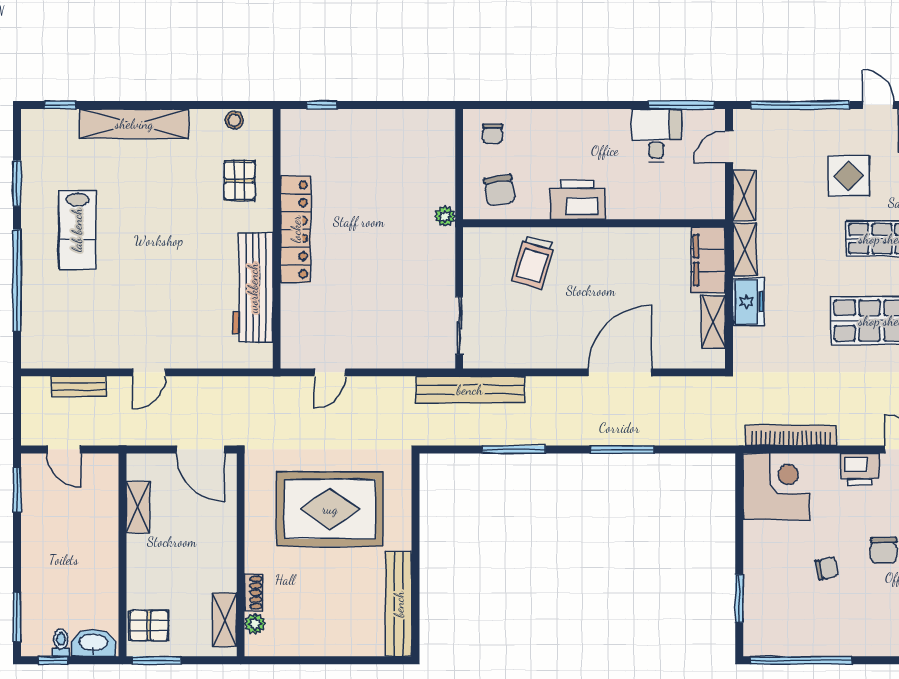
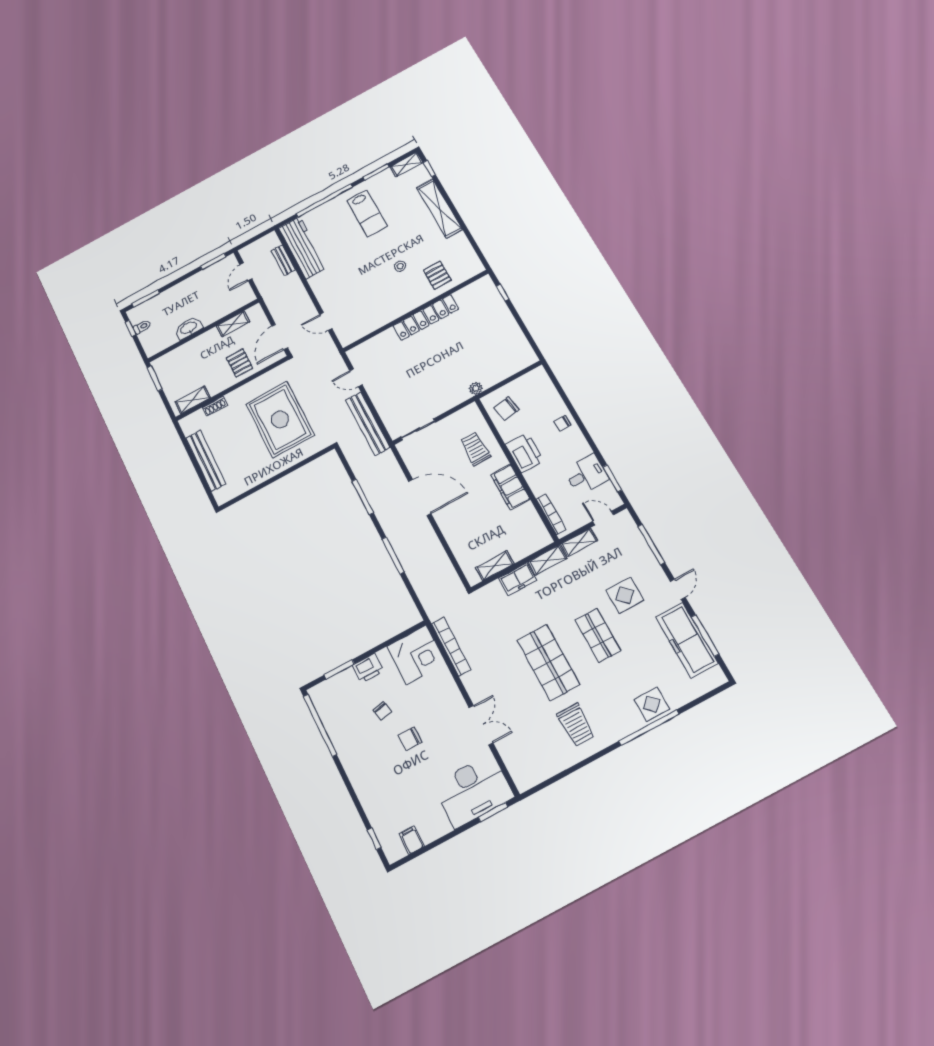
window: (681, 105) -> (612, 478), width x0.69
window: (800, 105) -> (651, 545), width x0.68
stool: (234, 120) -> (400, 266), moved
shelving: (32, 134) -> (406, 165), added
chair: (493, 134) -> (563, 423), moved
pallet: (239, 181) -> (437, 275), turned 90
bookcase: (685, 211) -> (551, 514), added
lab bench: (77, 230) -> (367, 213), turned -90
filing cabinet: (708, 260) -> (510, 487), moved, turned -90
trolley: (533, 262) -> (475, 449), turned 74
workbench: (253, 288) -> (303, 248), moved, turned 90
door: (149, 372) -> (326, 321), moved
door: (620, 372) -> (420, 497), moved
bench: (470, 390) -> (368, 424), moved
printer: (860, 469) -> (368, 668), moved, turned -90
bench: (399, 604) -> (206, 461), moved, turned 90
plant: (255, 624) -> (198, 416), removed
pallet: (149, 626) -> (240, 363), moved
washbasin: (93, 643) -> (189, 328), moved, turned -90

